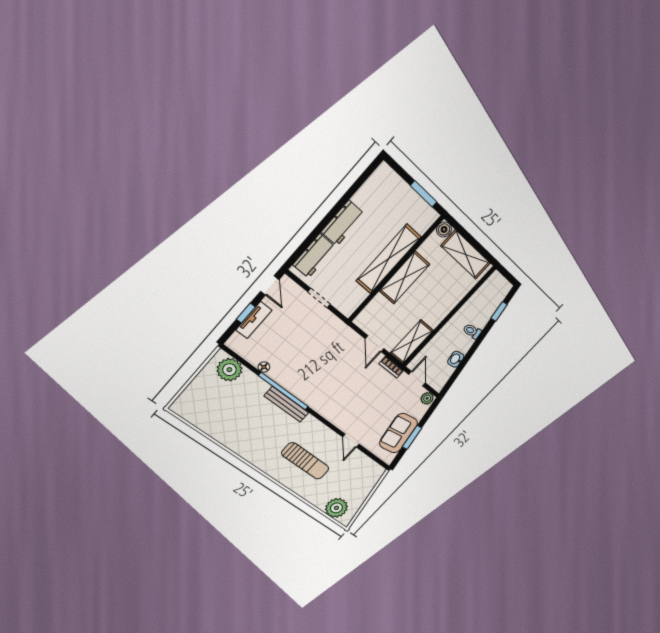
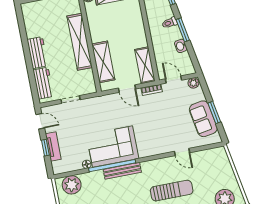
shelving: (404, 278) -> (103, 62), moved
window: (473, 349) -> (183, 30), added
corner sofa: (303, 377) -> (113, 147), added

